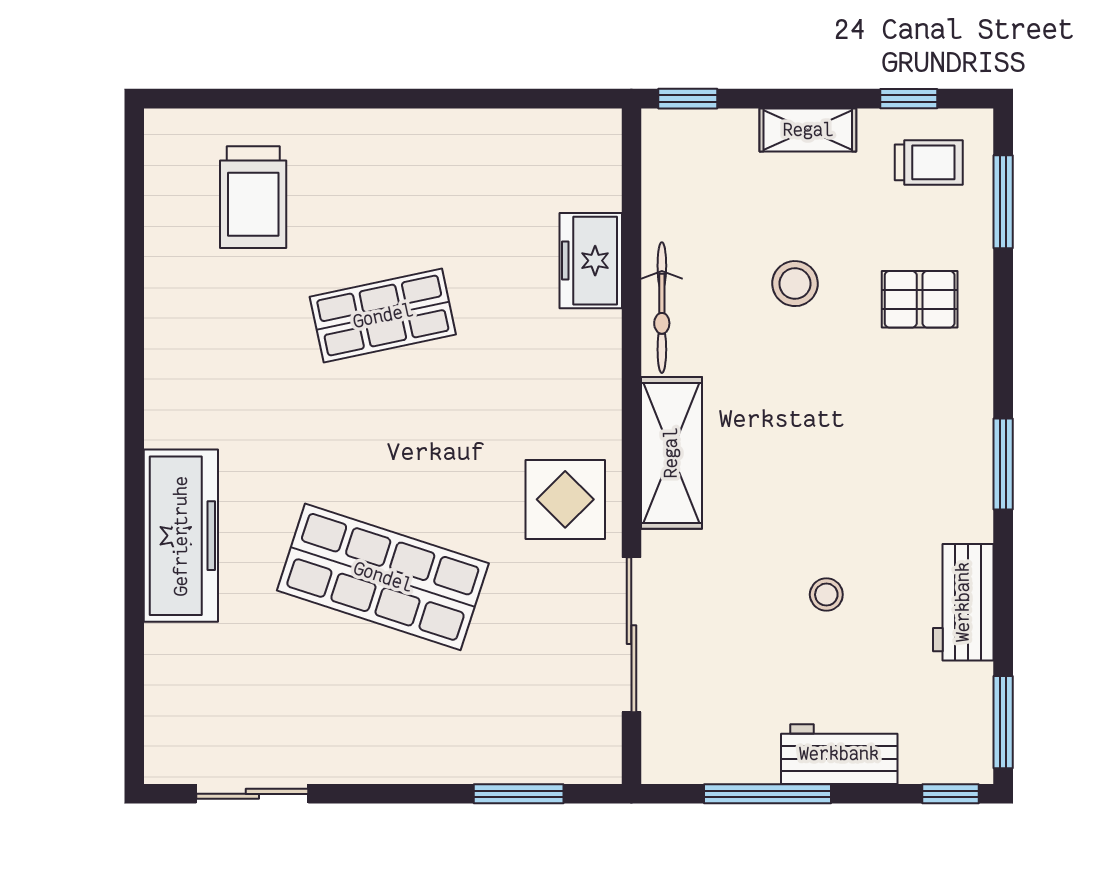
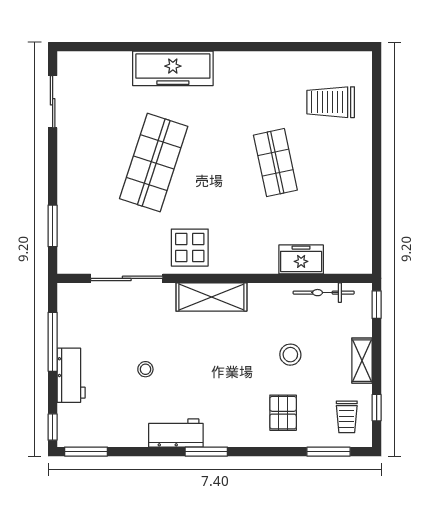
bicycle: (662, 308) -> (324, 293), moved
workbench: (963, 602) -> (176, 433), moved

